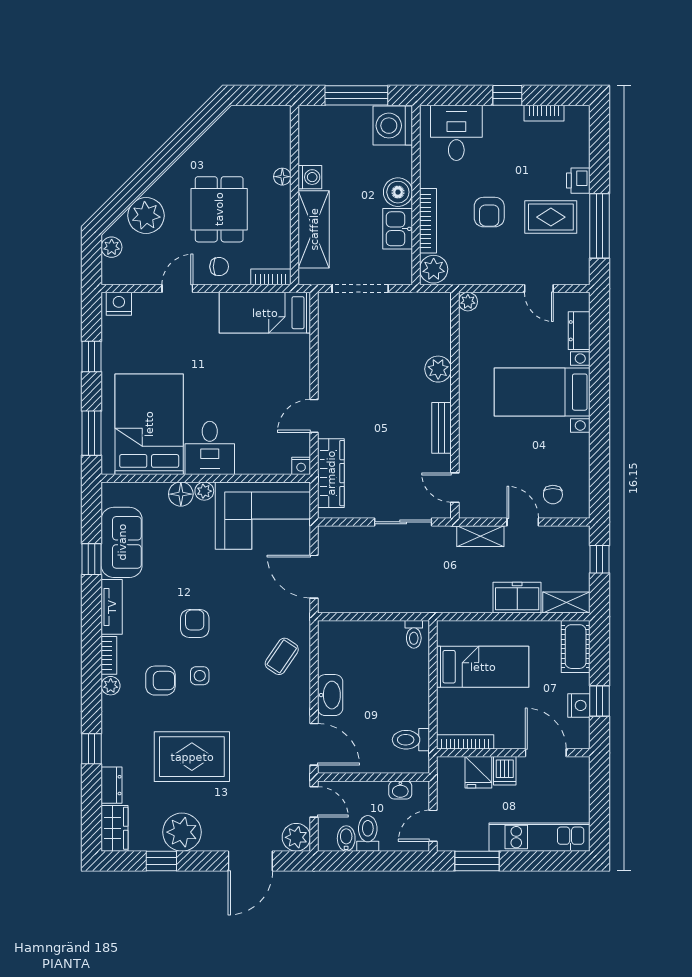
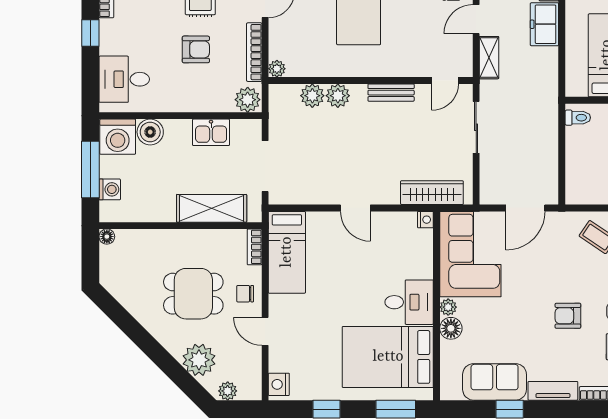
floor lamp: (282, 177) -> (107, 237), moved
washing machine: (310, 177) -> (110, 189), moved, turned 90
boiler: (398, 192) -> (150, 132), moved
bookcase: (428, 221) -> (254, 52), moved, turned -90
chair: (219, 267) -> (245, 294), turned -90
plant: (438, 341) -> (312, 96), added
door: (314, 416) -> (355, 208), moved

